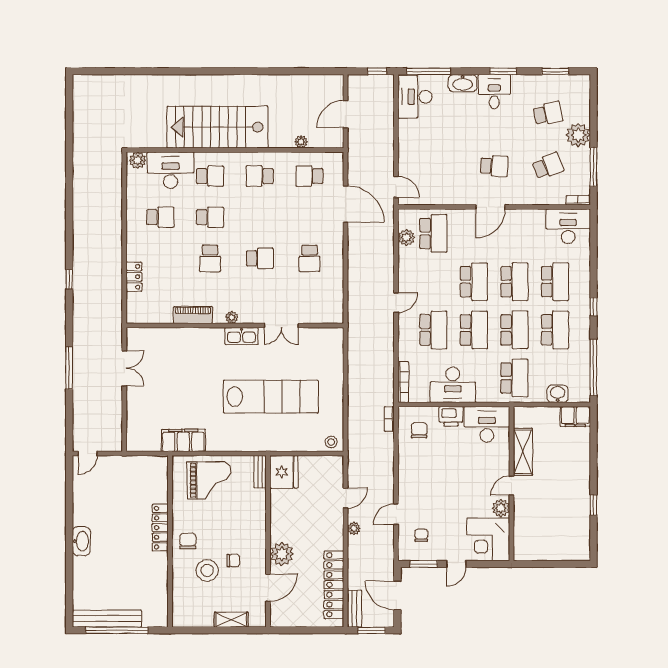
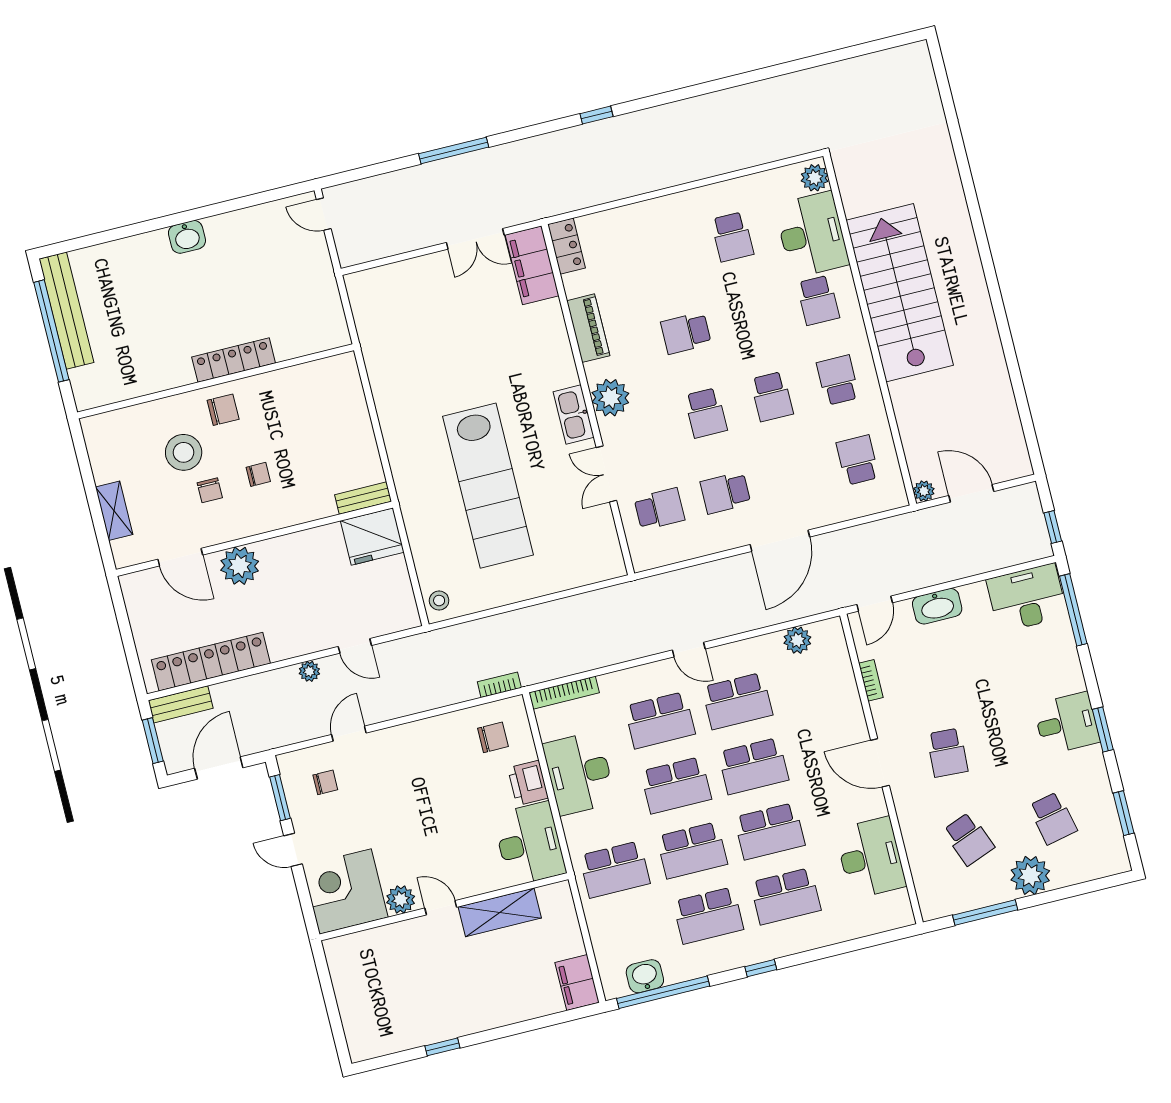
washbasin: (463, 83) -> (937, 606), moved, turned -90
plant: (301, 142) -> (924, 491), moved
bookcase: (578, 200) -> (871, 680), moved
door: (346, 204) -> (780, 541), moved
school desk: (210, 217) -> (772, 397), moved
desk: (568, 226) -> (871, 858), moved
school desk: (433, 233) -> (737, 701), moved
locker: (134, 277) -> (567, 246), moved, turned -90
school desk: (309, 300) -> (659, 509), added
plant: (232, 317) -> (610, 398), width x1.87, depth x1.87
washbasin: (558, 394) -> (645, 976), moved, turned -90
filing cabinet: (183, 440) -> (532, 265), moved, turned 180
grand piano: (209, 480) -> (329, 419), removed
door: (396, 514) -> (349, 734), hinge flipped
chair: (231, 530) -> (258, 474), added
washbasin: (81, 541) -> (187, 237), width x0.72

